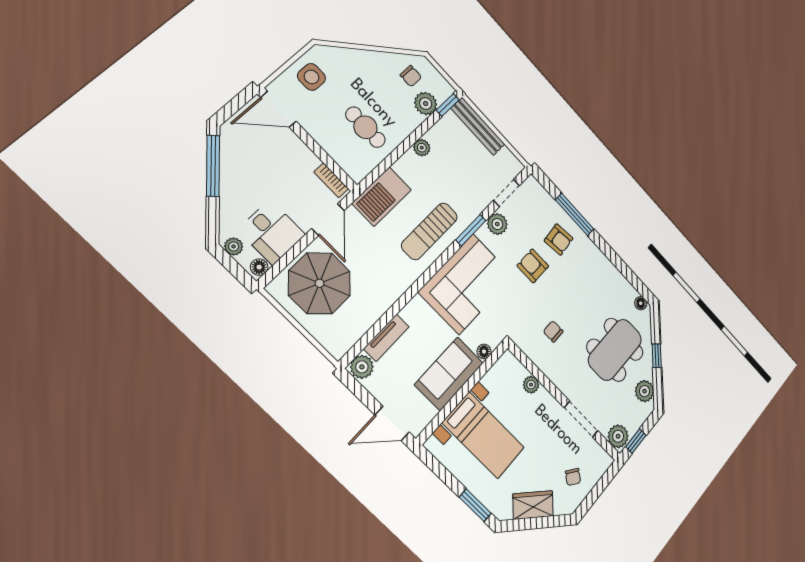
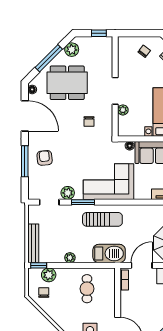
armchair: (533, 266) -> (69, 159), removed
door: (621, 266) -> (25, 116), added
window: (657, 356) -> (49, 58), width x2.17
doorway: (581, 419) -> (115, 91), moved
plant: (618, 436) -> (105, 45), removed

